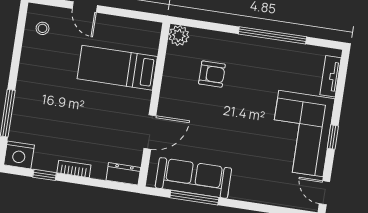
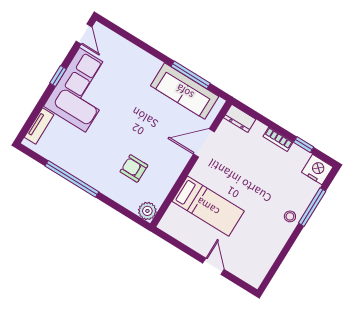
stool: (42, 28) -> (290, 216), moved

